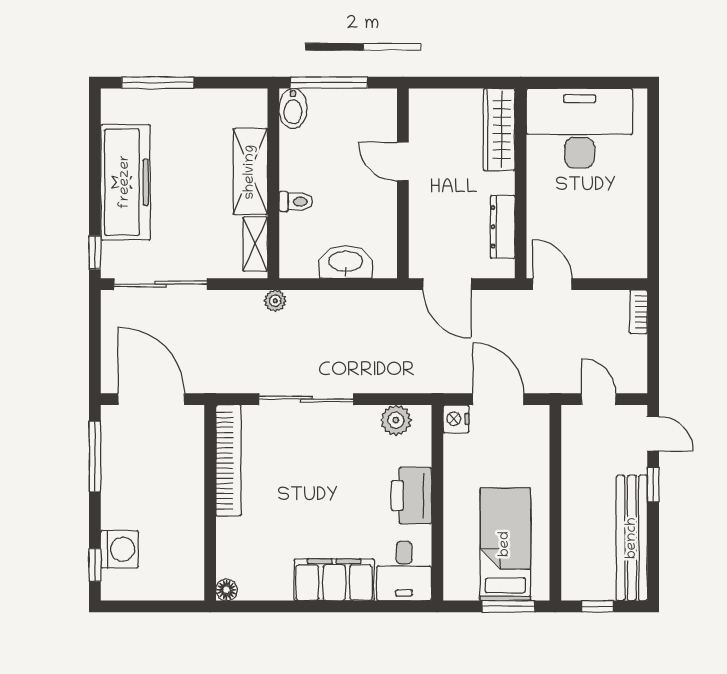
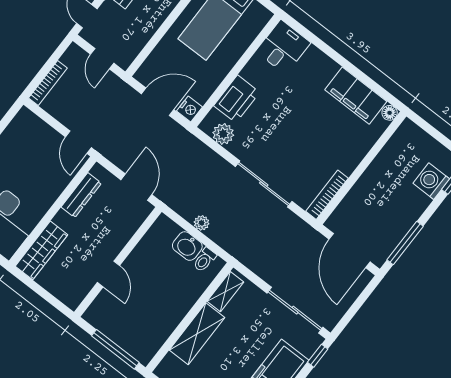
bidet: (293, 109) -> (146, 350), removed
toilet: (296, 202) -> (205, 260), moved, turned -90
washbasin: (346, 262) -> (187, 246), width x0.72
plant: (275, 301) -> (202, 223), moved
bookcase: (639, 312) -> (48, 83), width x1.56
door: (498, 399) -> (158, 102), swing flipped
bookcase: (228, 461) -> (327, 195), width x0.68, depth x0.76
printer: (411, 496) -> (237, 99), moved
filing cabinet: (334, 580) -> (356, 96), moved

